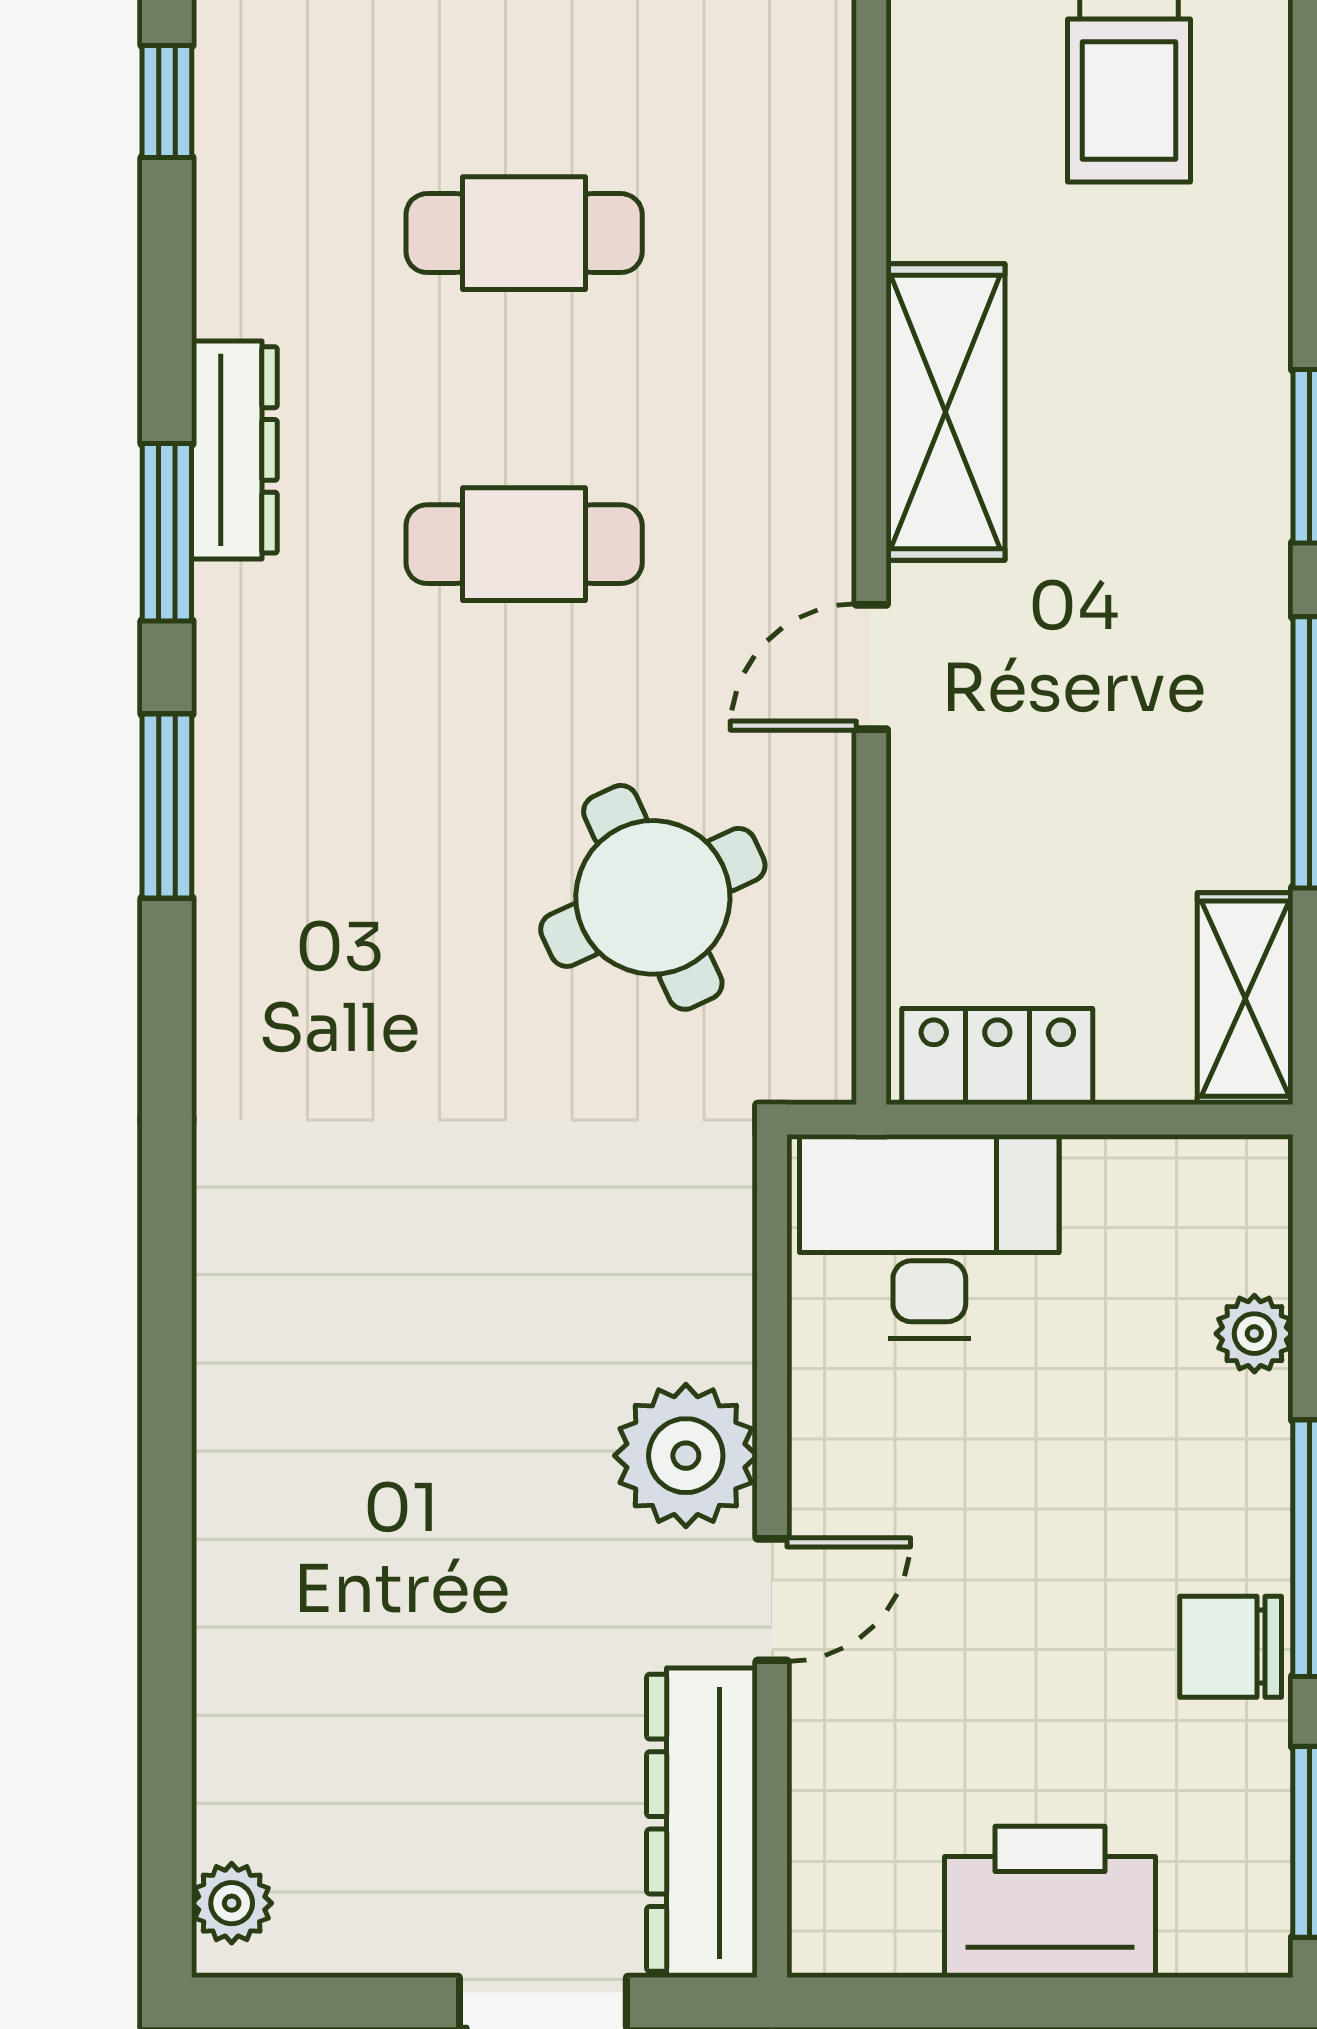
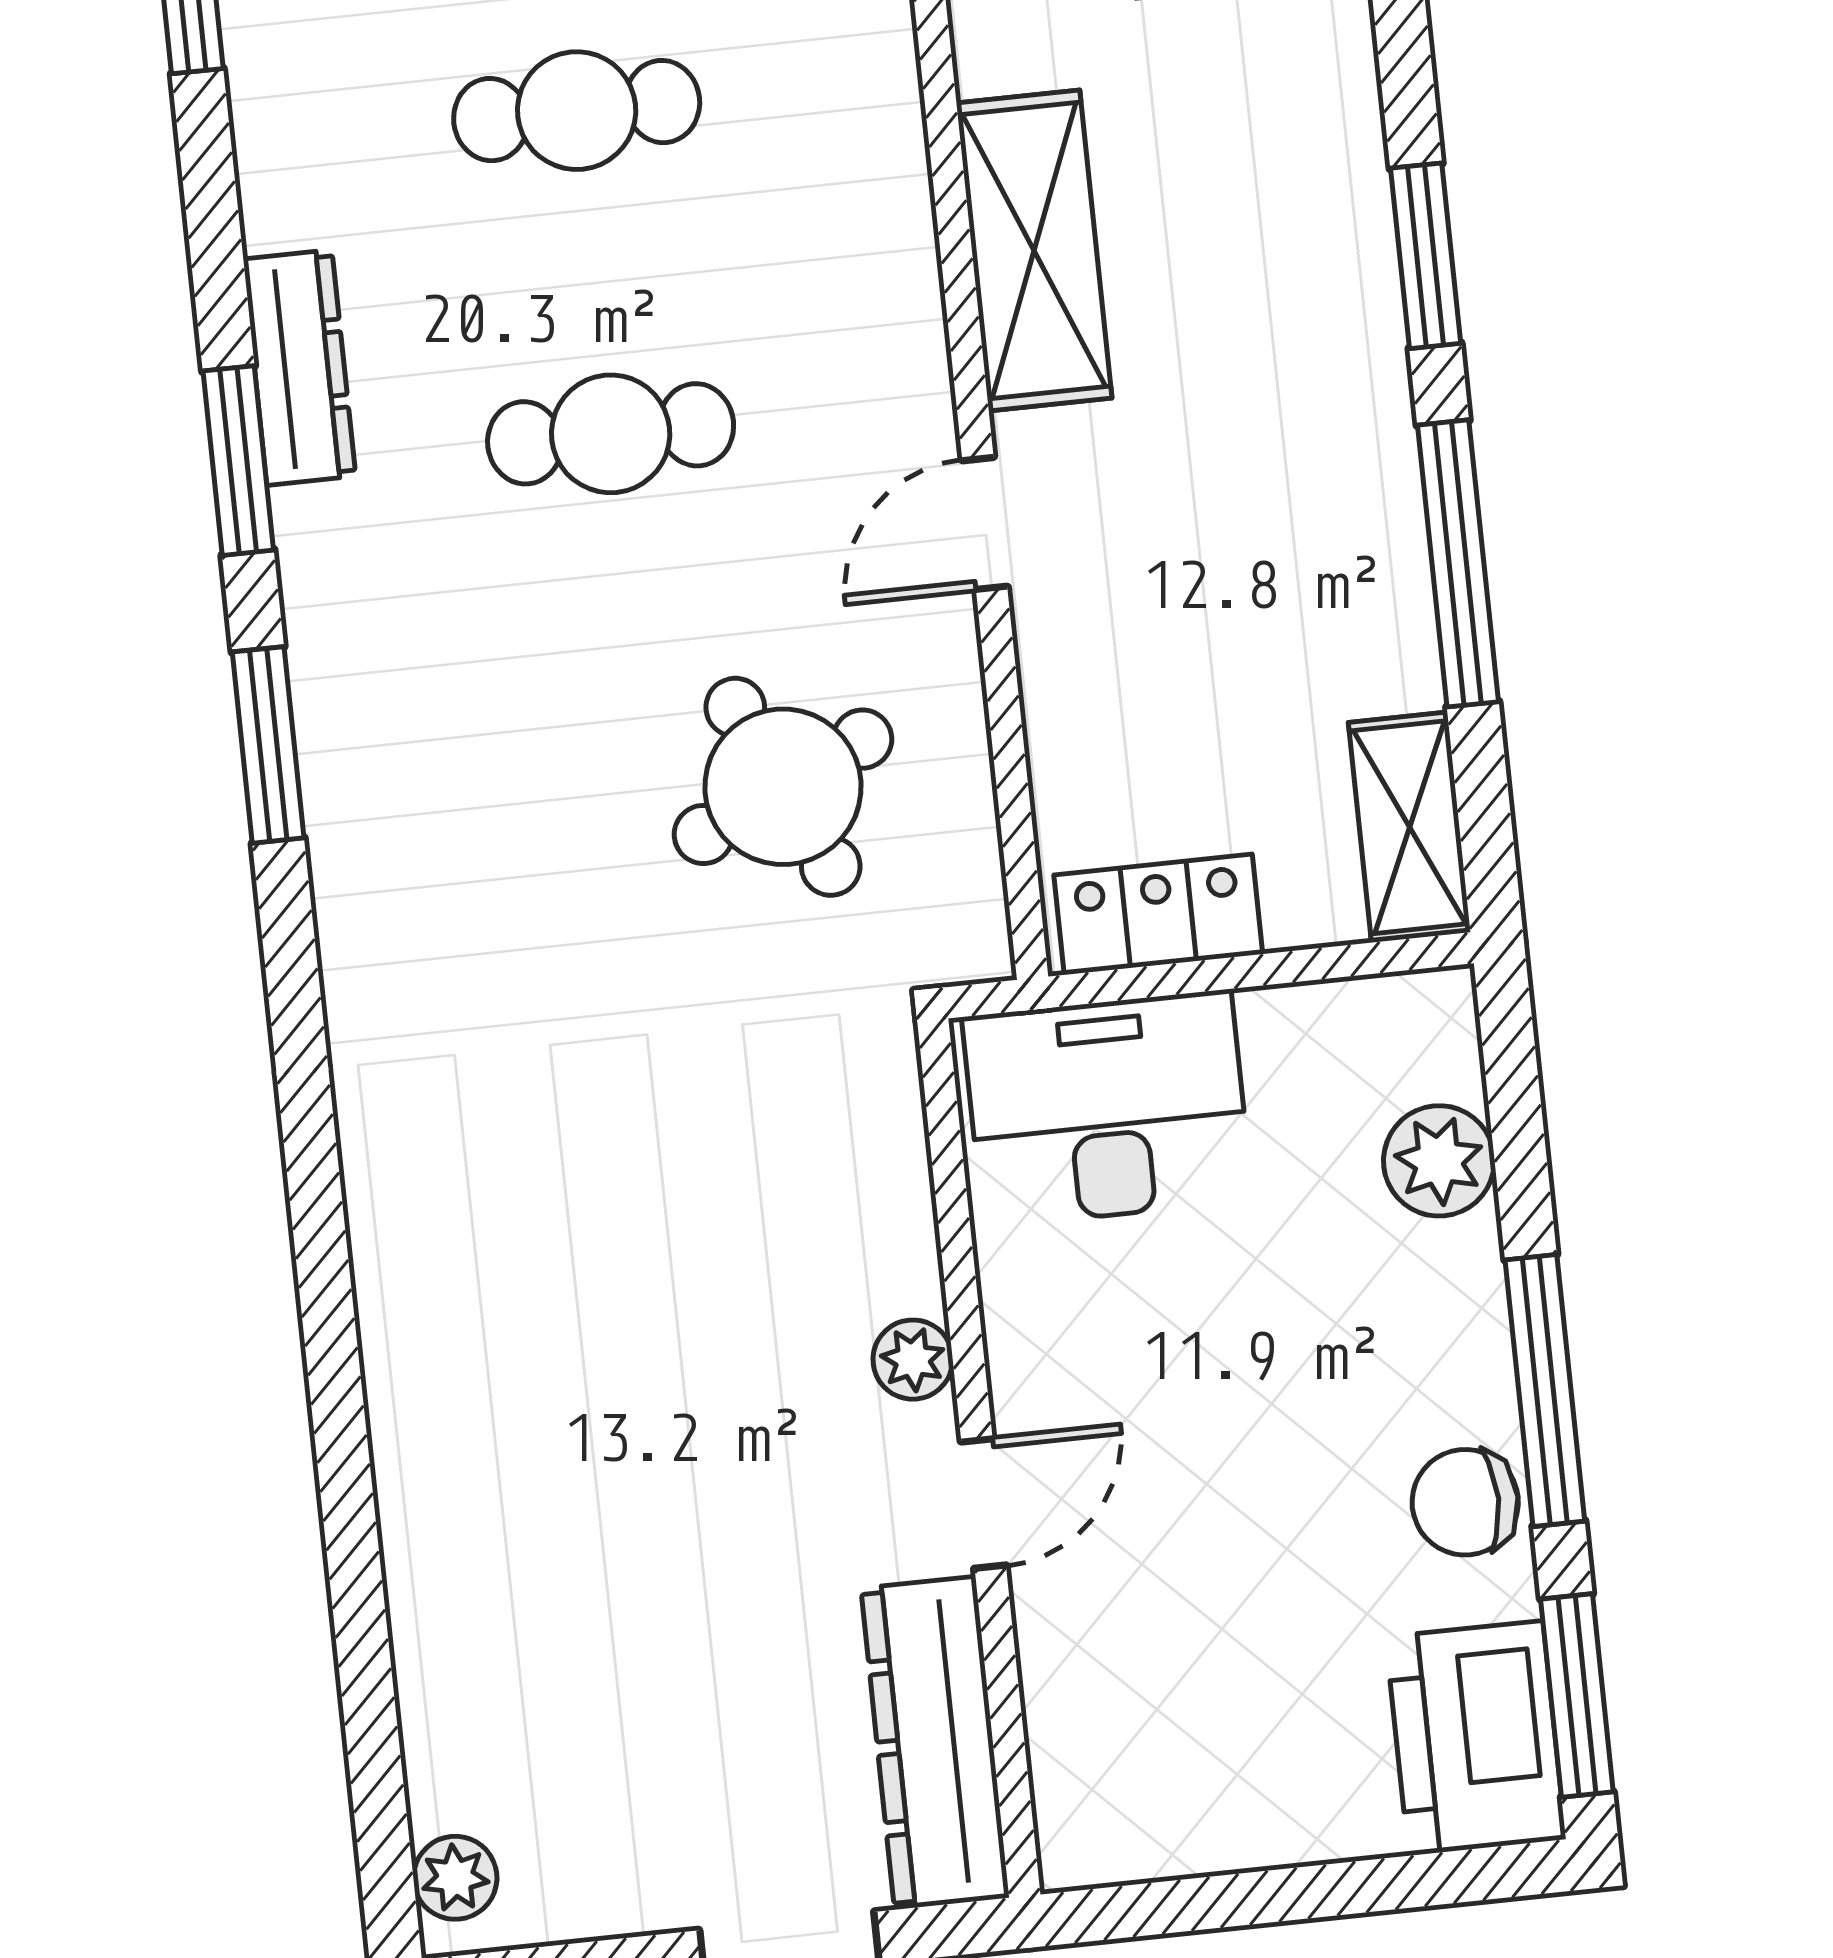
plant: (1254, 1334) -> (1439, 1161), width x1.38, depth x1.38
plant: (686, 1456) -> (913, 1360), width x0.53, depth x0.53
printer: (1050, 1902) -> (1476, 1738), moved, turned -90

